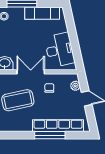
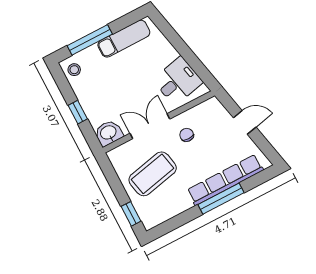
desk: (60, 50) -> (178, 81), width x0.73
plant: (75, 86) -> (220, 113), removed

